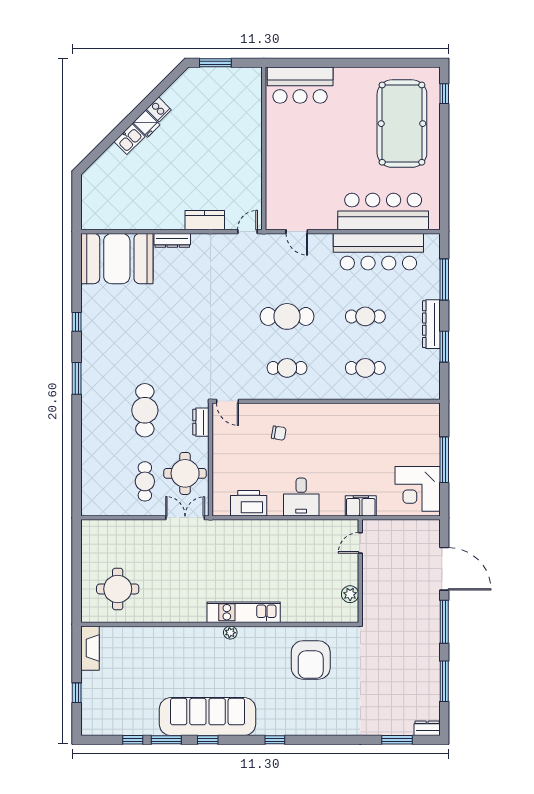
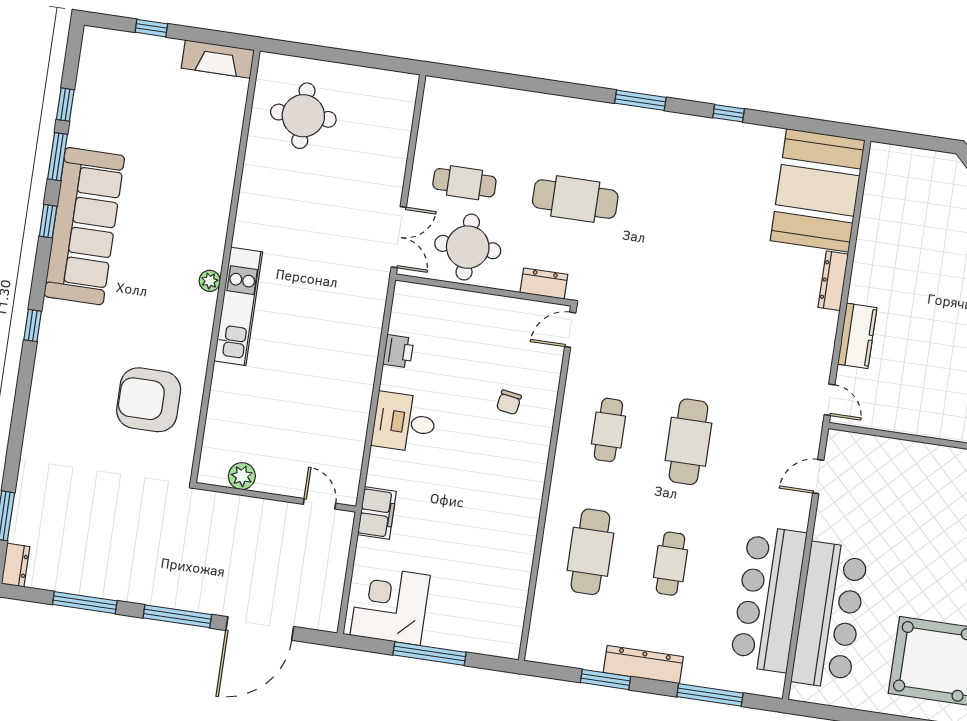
cafe table: (365, 368) -> (590, 552), width x1.37, depth x1.35
printer: (249, 503) -> (398, 351), width x0.53, depth x0.68

